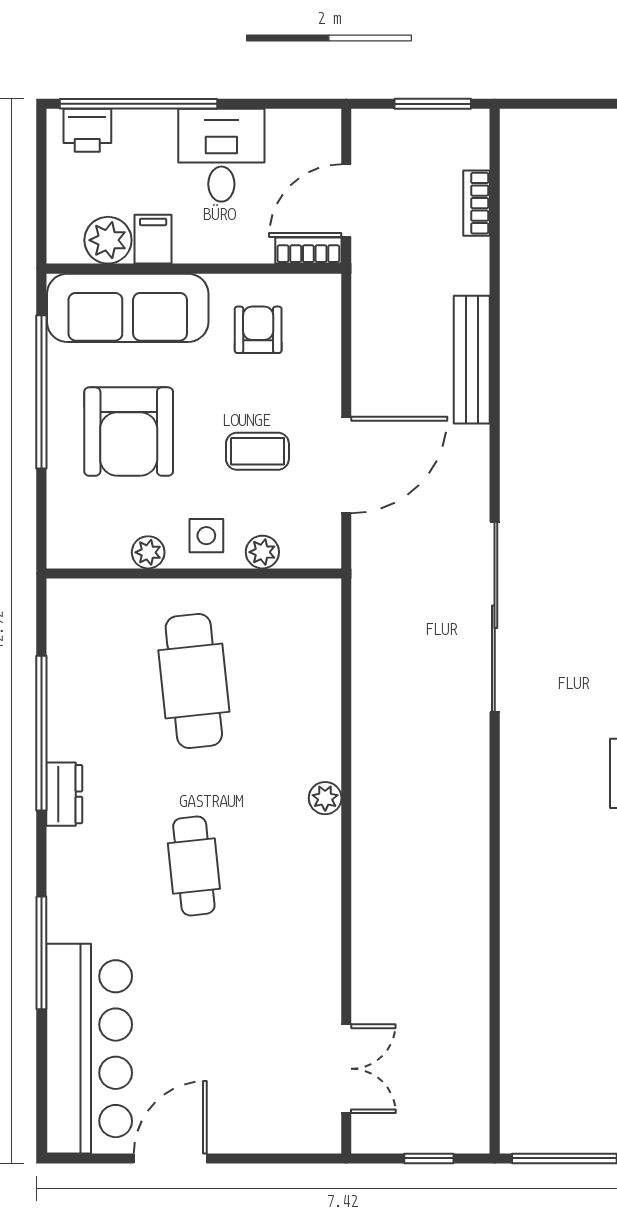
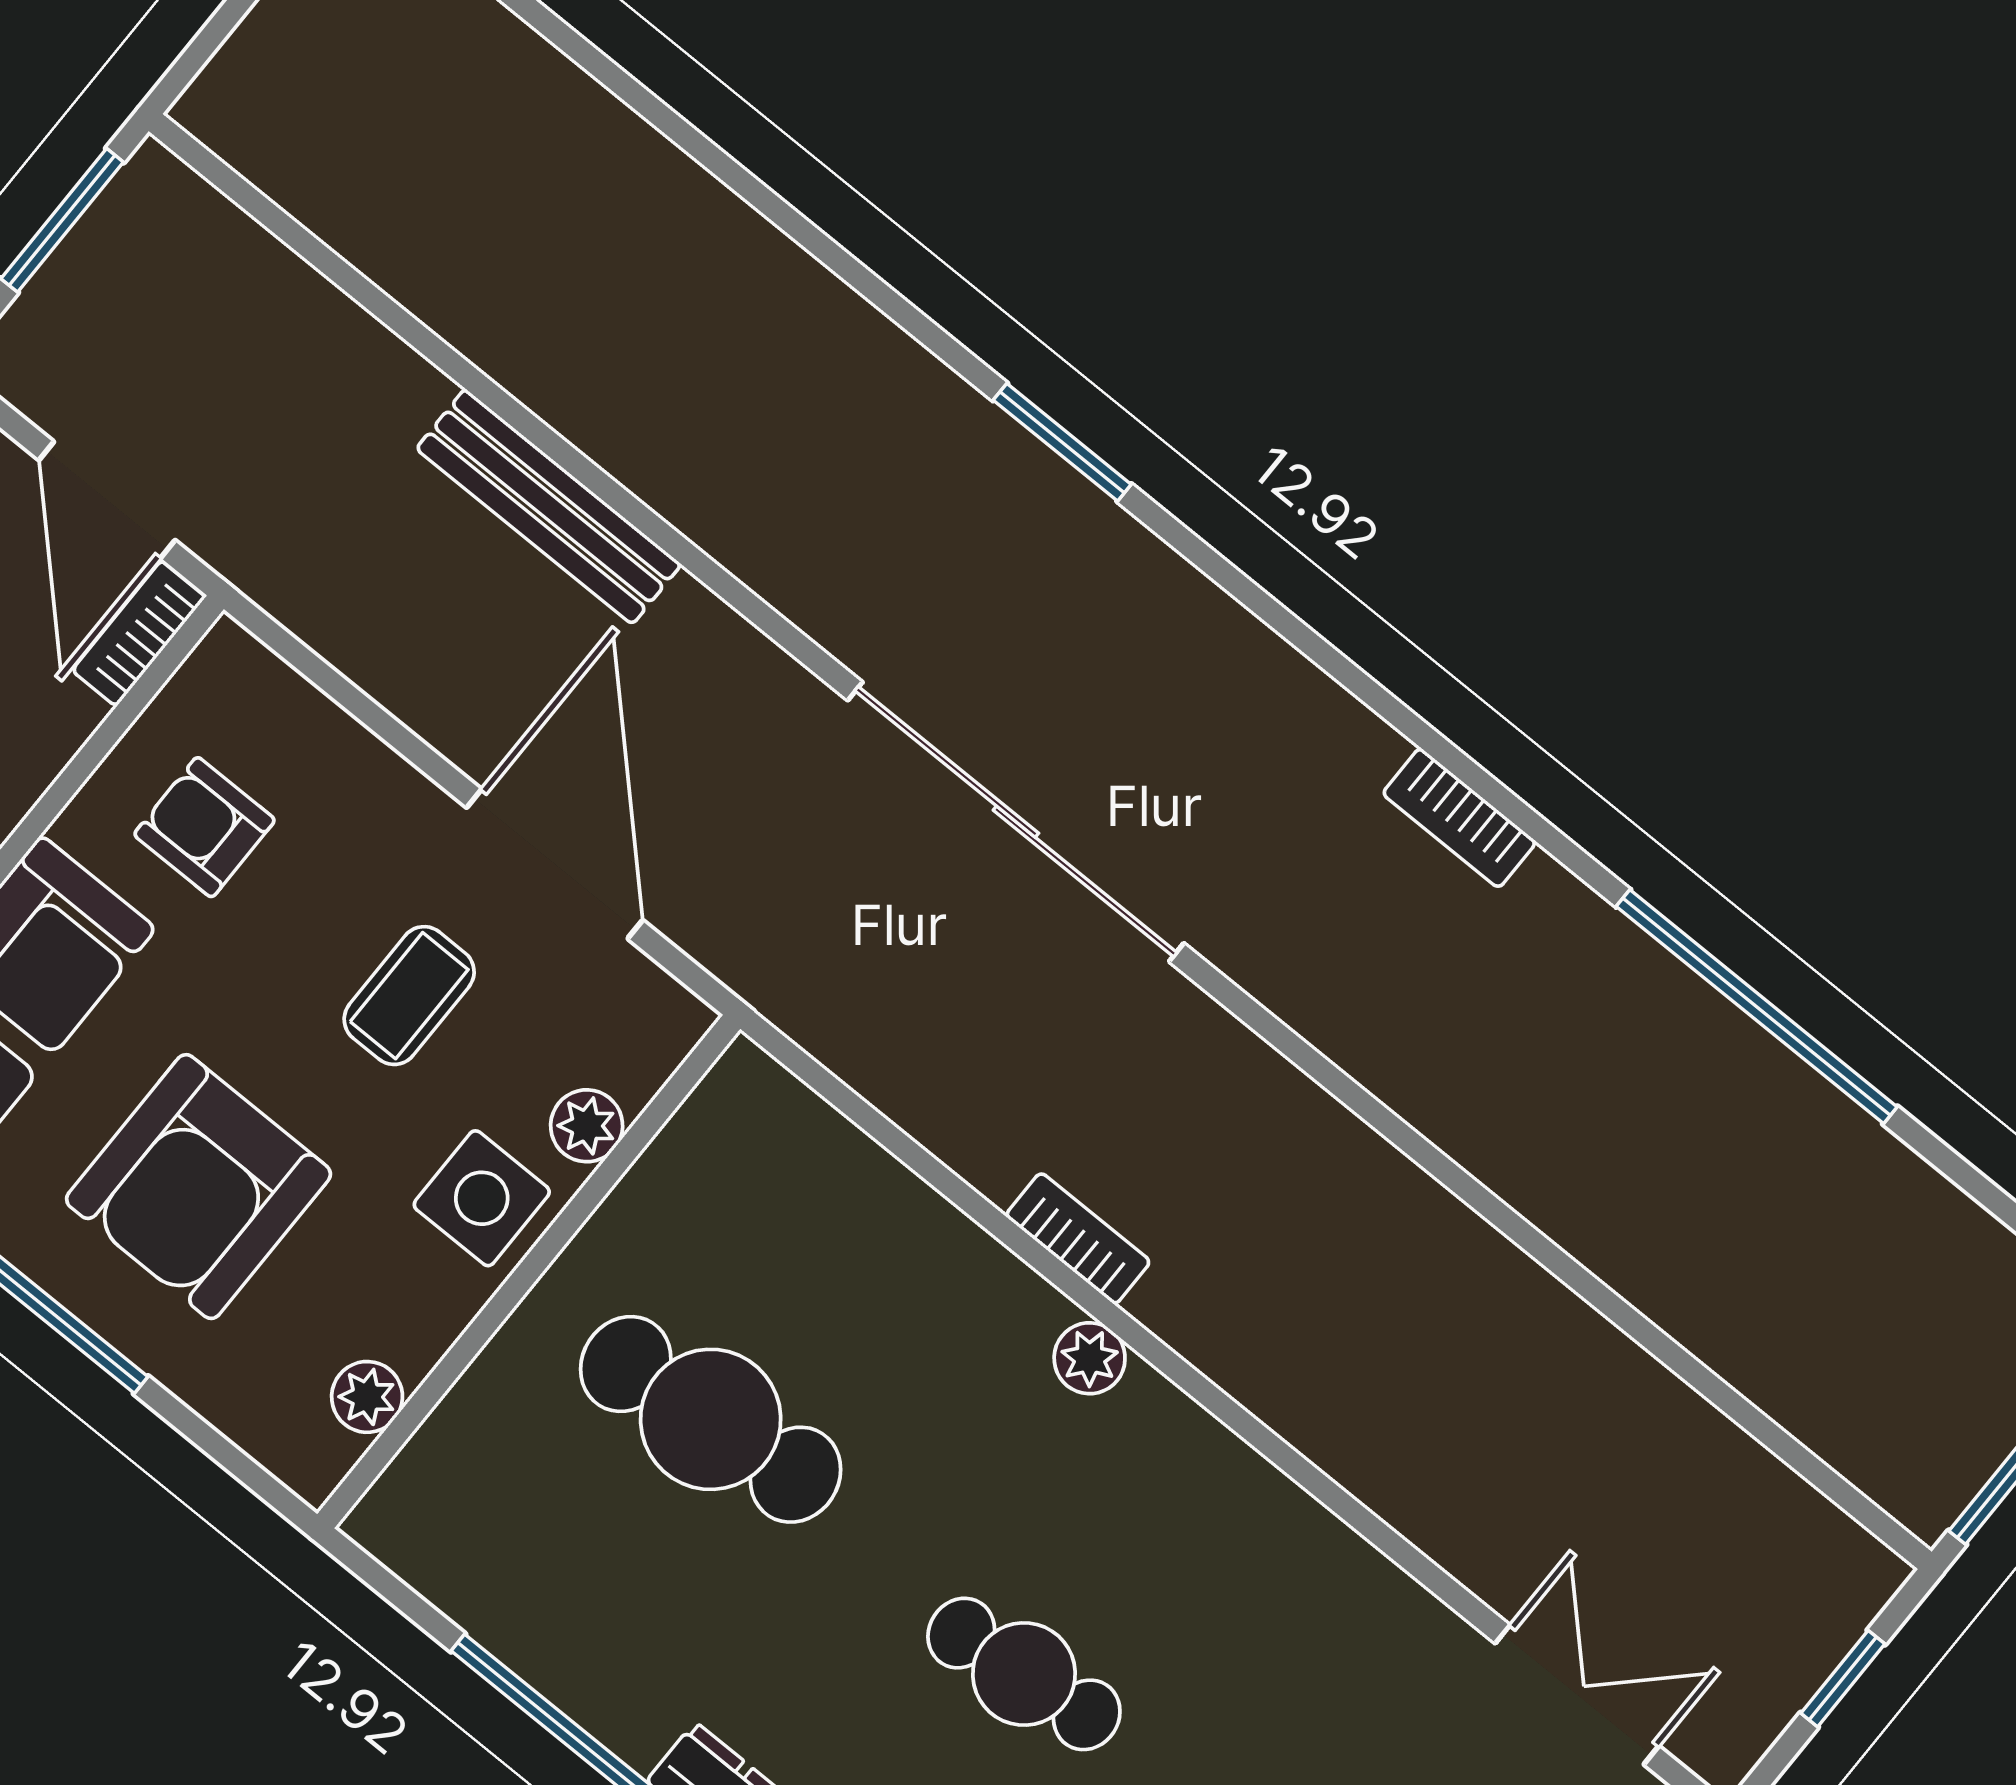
bookcase: (477, 203) -> (1078, 1238), moved, turned 180
armchair: (129, 432) -> (199, 1187), turned 90
side table: (206, 536) -> (482, 1198), width x1.37, depth x1.37
plant: (148, 552) -> (367, 1397), moved

